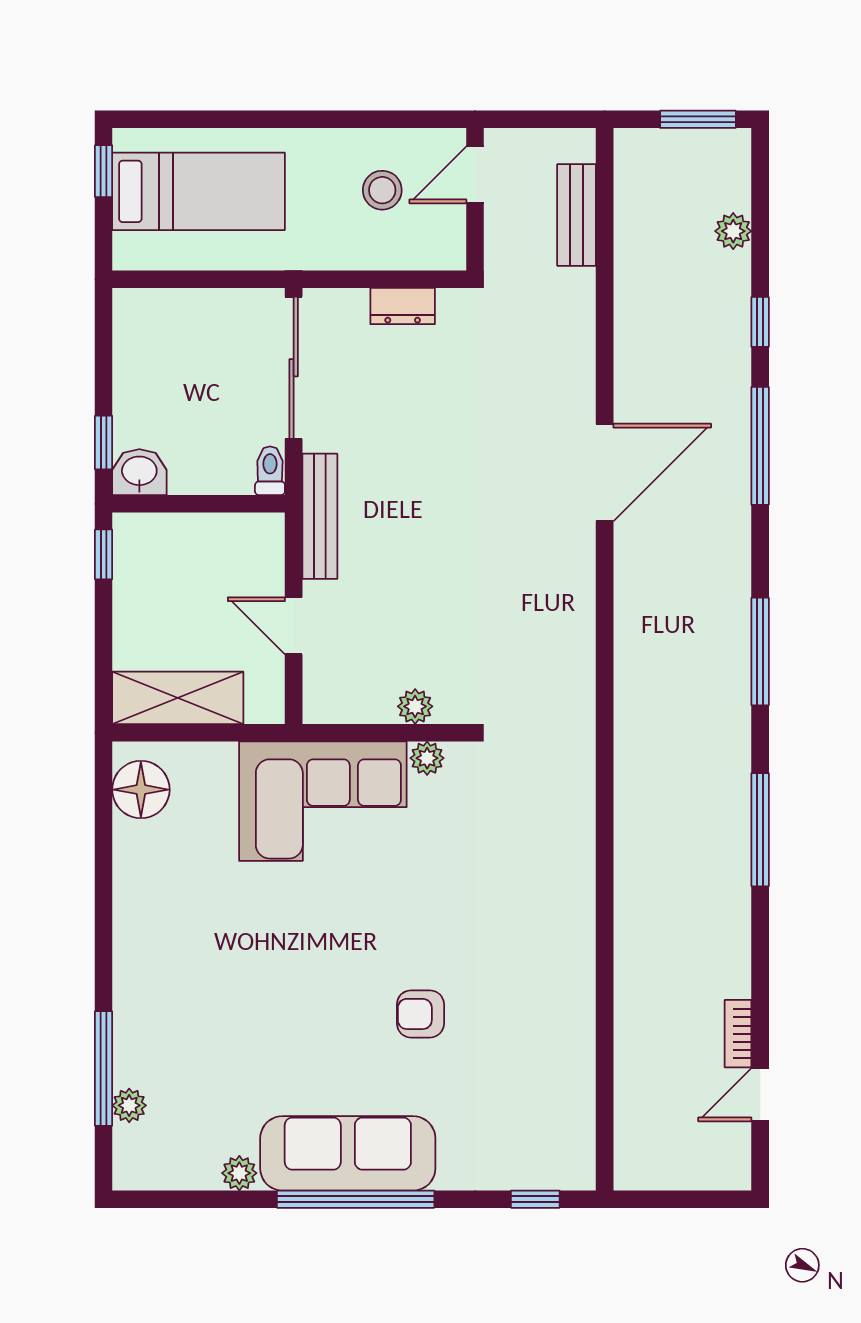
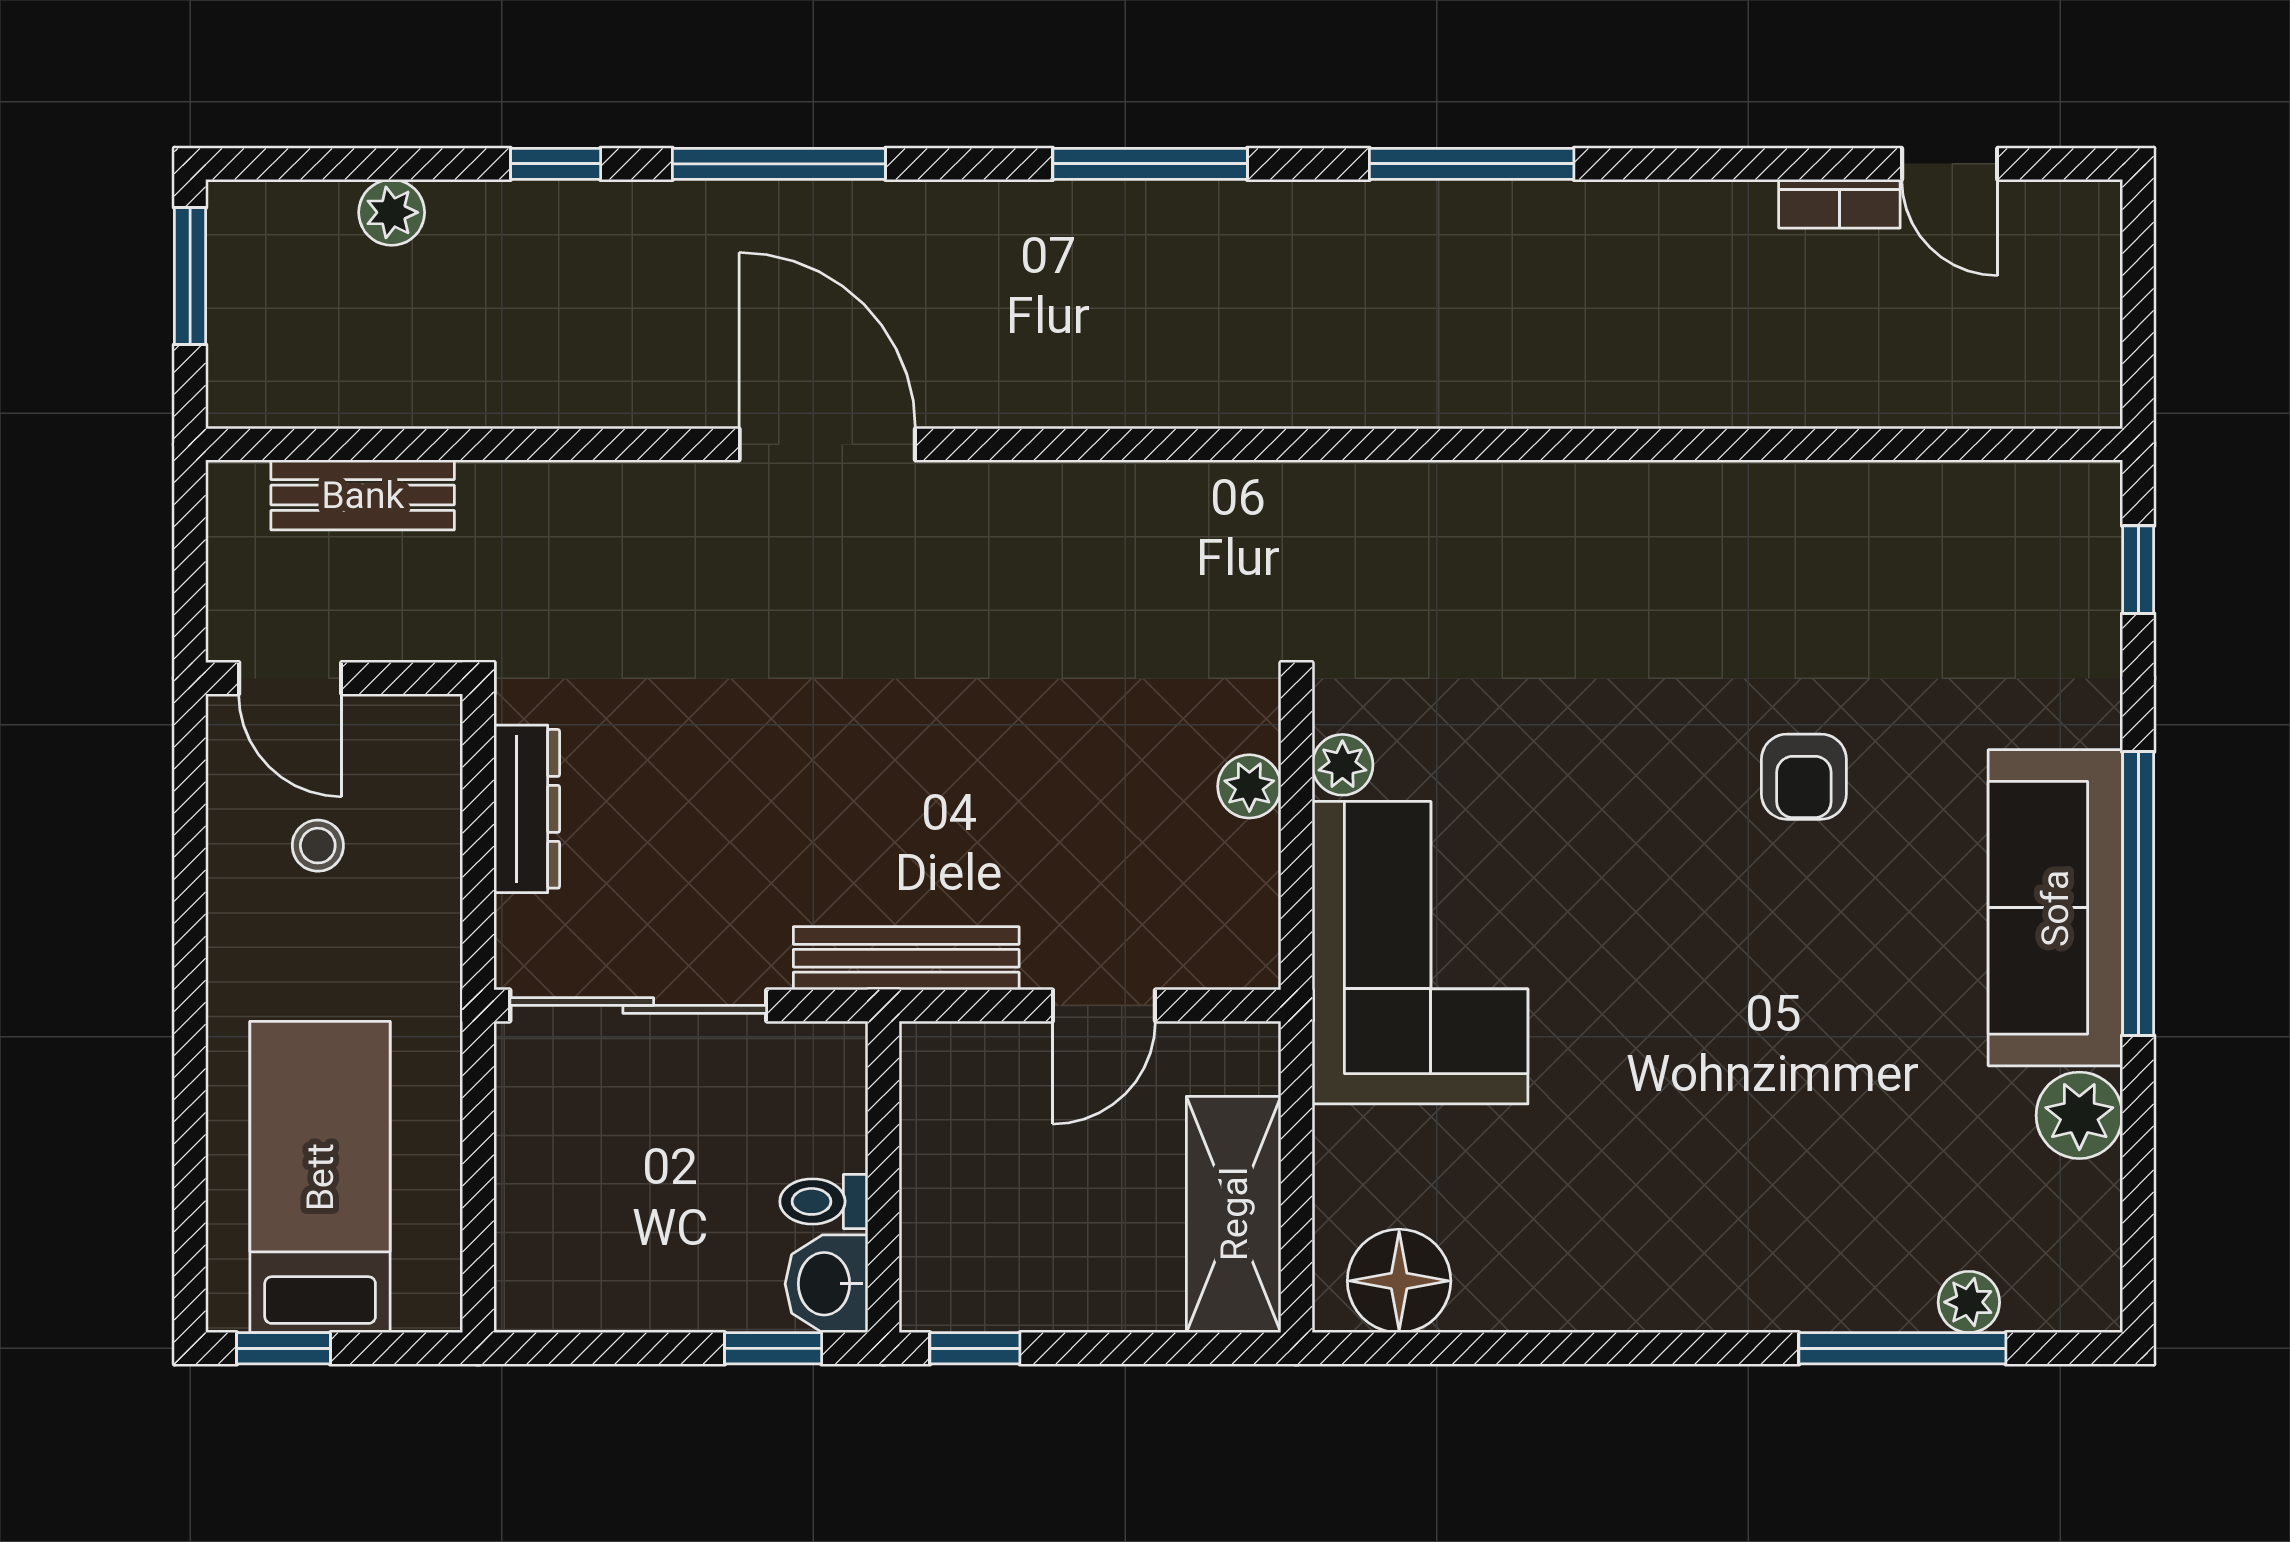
stool: (382, 190) -> (318, 846), width x0.73, depth x0.73
dresser: (403, 306) -> (527, 809), width x1.44
toilet: (270, 471) -> (824, 1201), moved
plant: (239, 1173) -> (2079, 1115), width x1.38, depth x1.38

